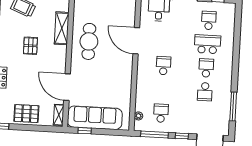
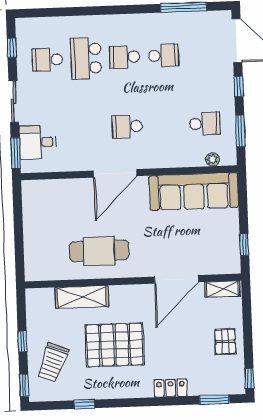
door: (136, 41) -> (115, 173), moved
pallet: (30, 46) -> (115, 345), width x2.05, depth x2.00
school desk: (161, 113) -> (205, 124), turned 180
pallet: (26, 114) -> (225, 342), width x0.67, depth x0.71
sofa: (95, 118) -> (194, 191), moved, turned -90
window: (154, 134) -> (240, 131), width x0.69

